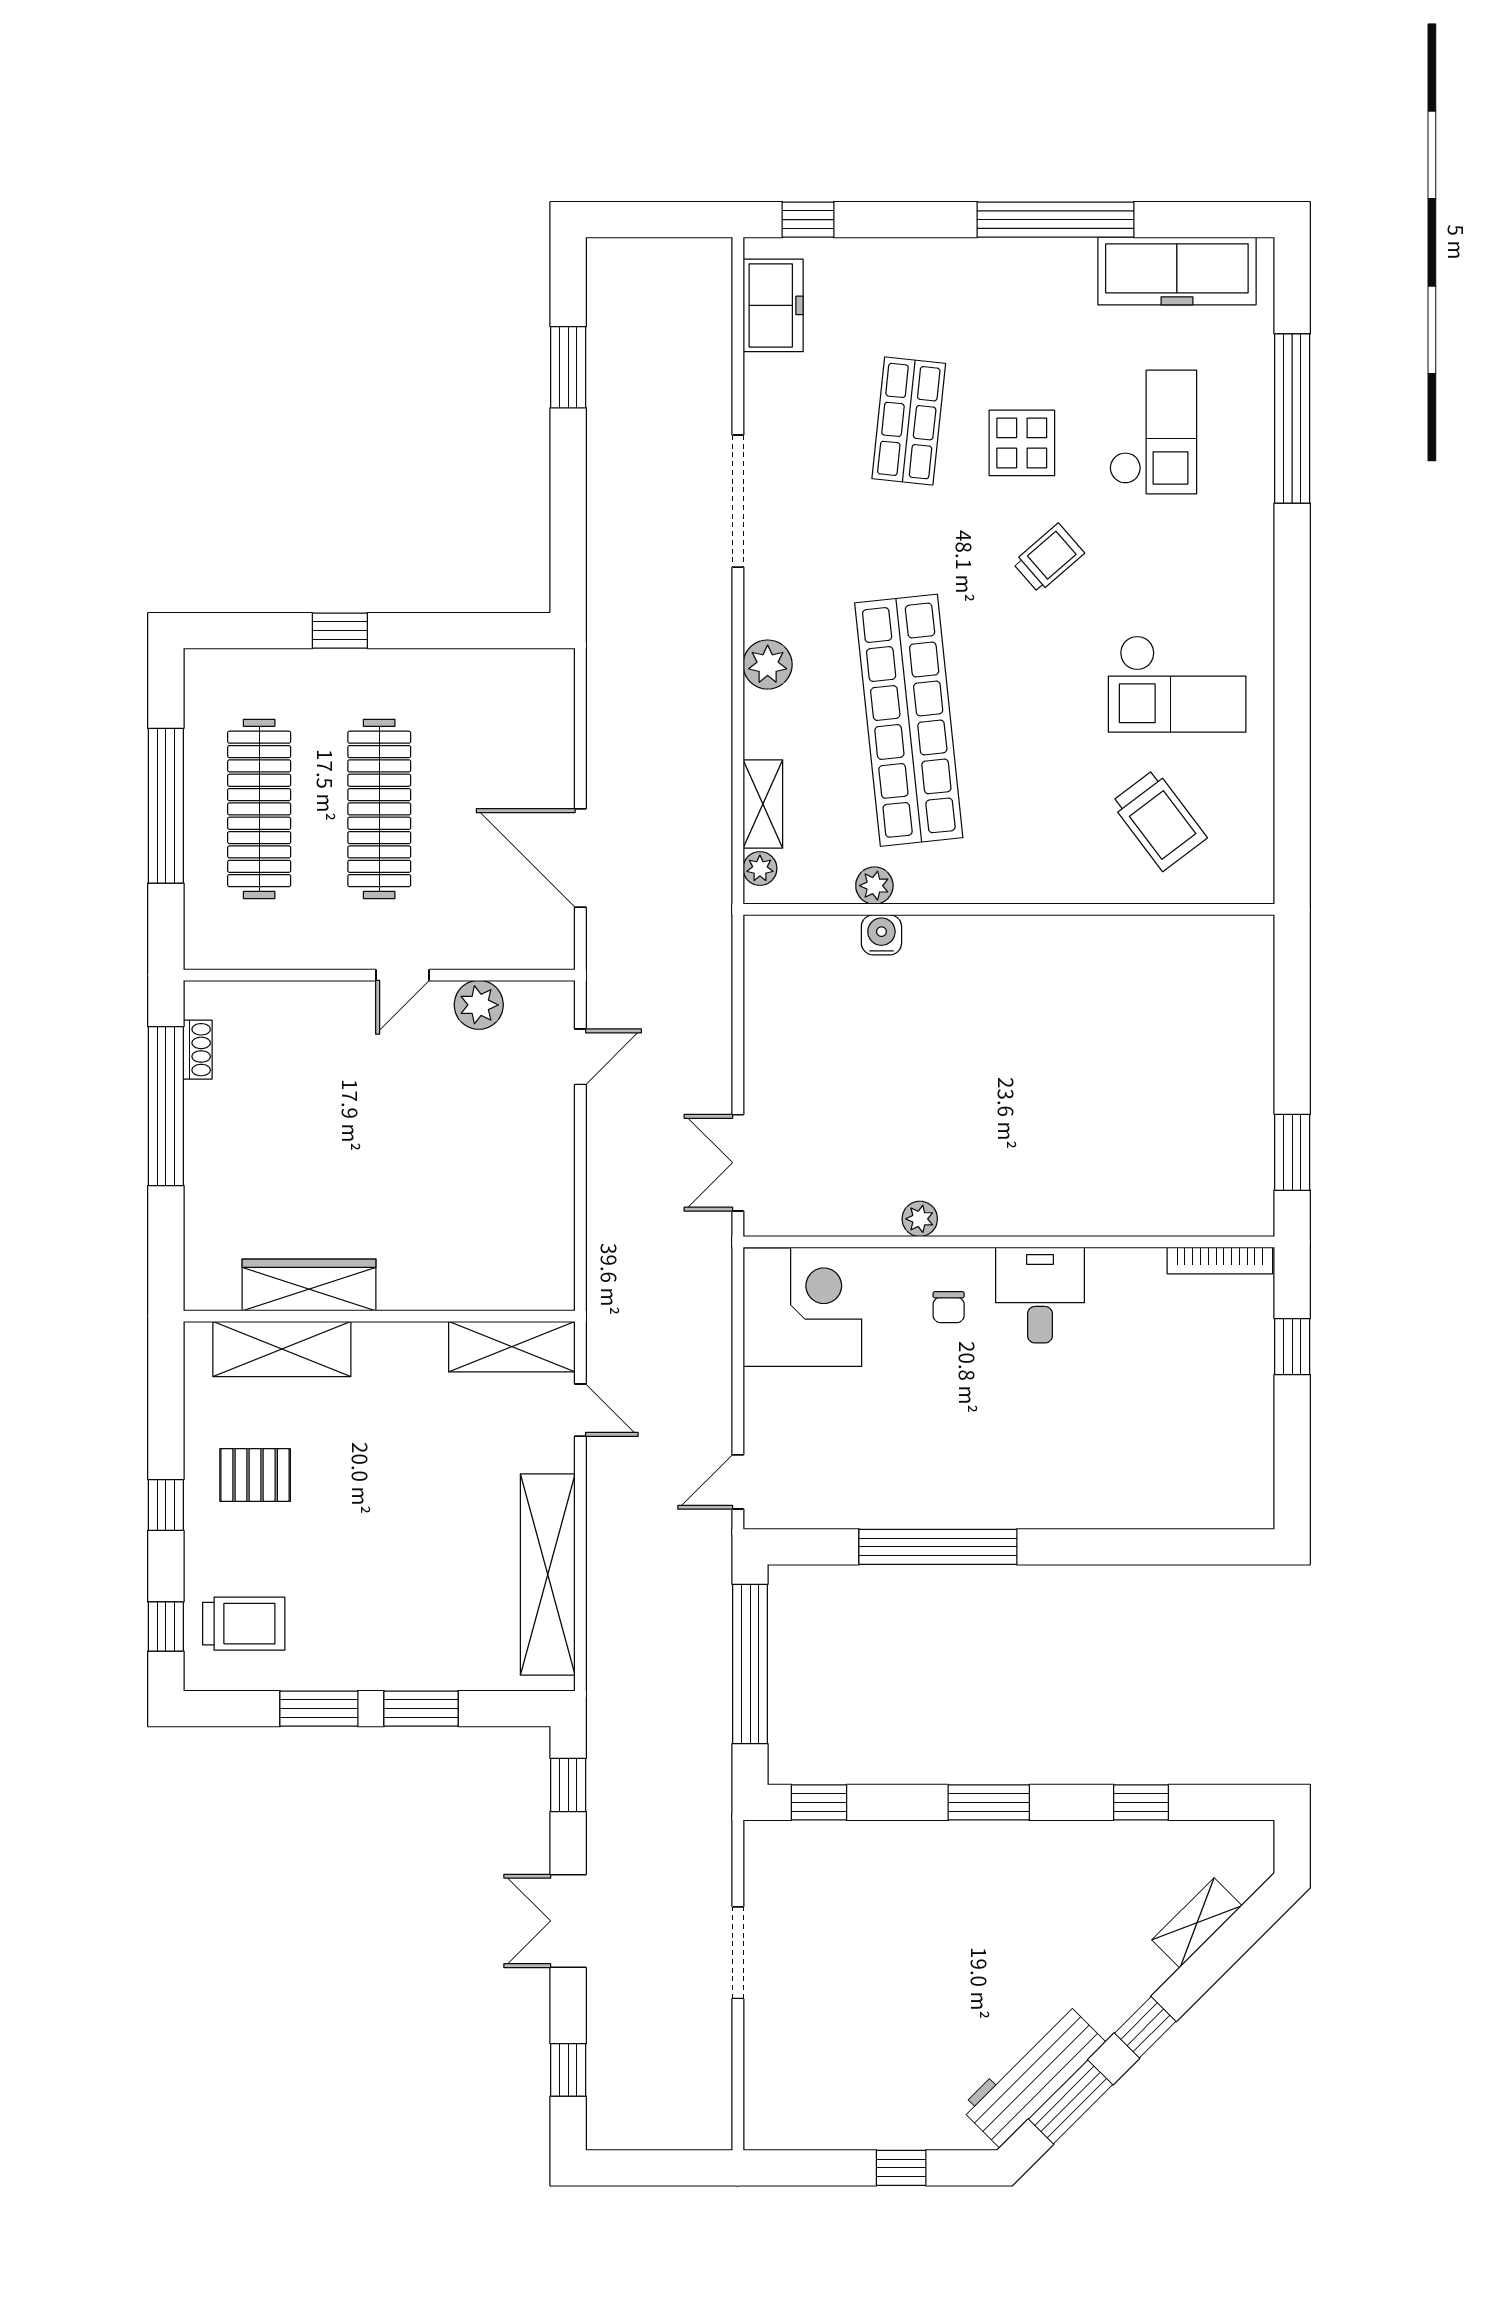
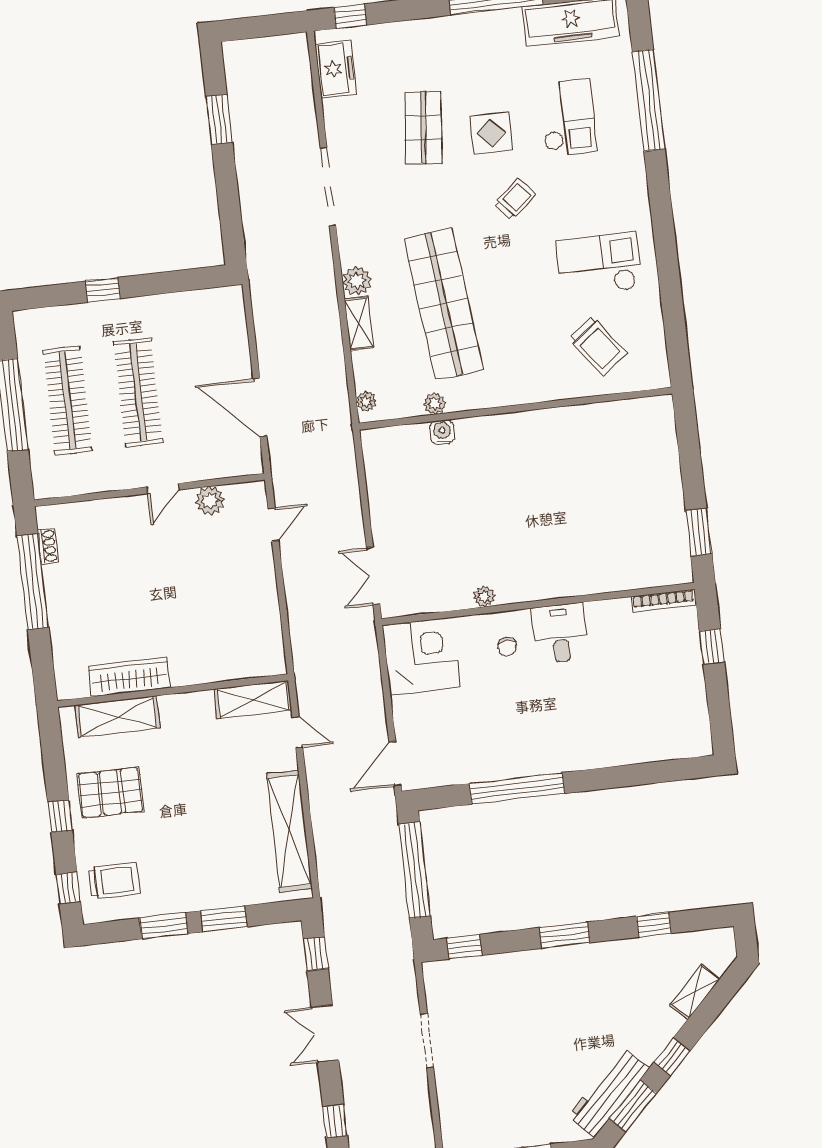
checkout: (1177, 684) -> (599, 264), turned 180
shelving: (763, 804) -> (359, 324), moved
pallet: (255, 1475) -> (110, 793), width x1.50, depth x1.42
door: (738, 1482) -> (395, 764), width x1.38

